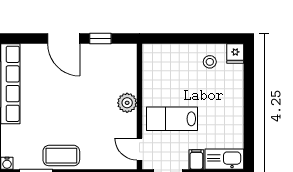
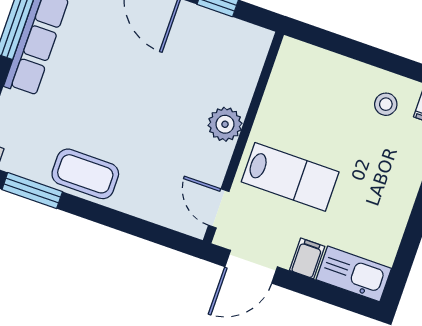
lab bench: (172, 119) -> (290, 177), turned 180

